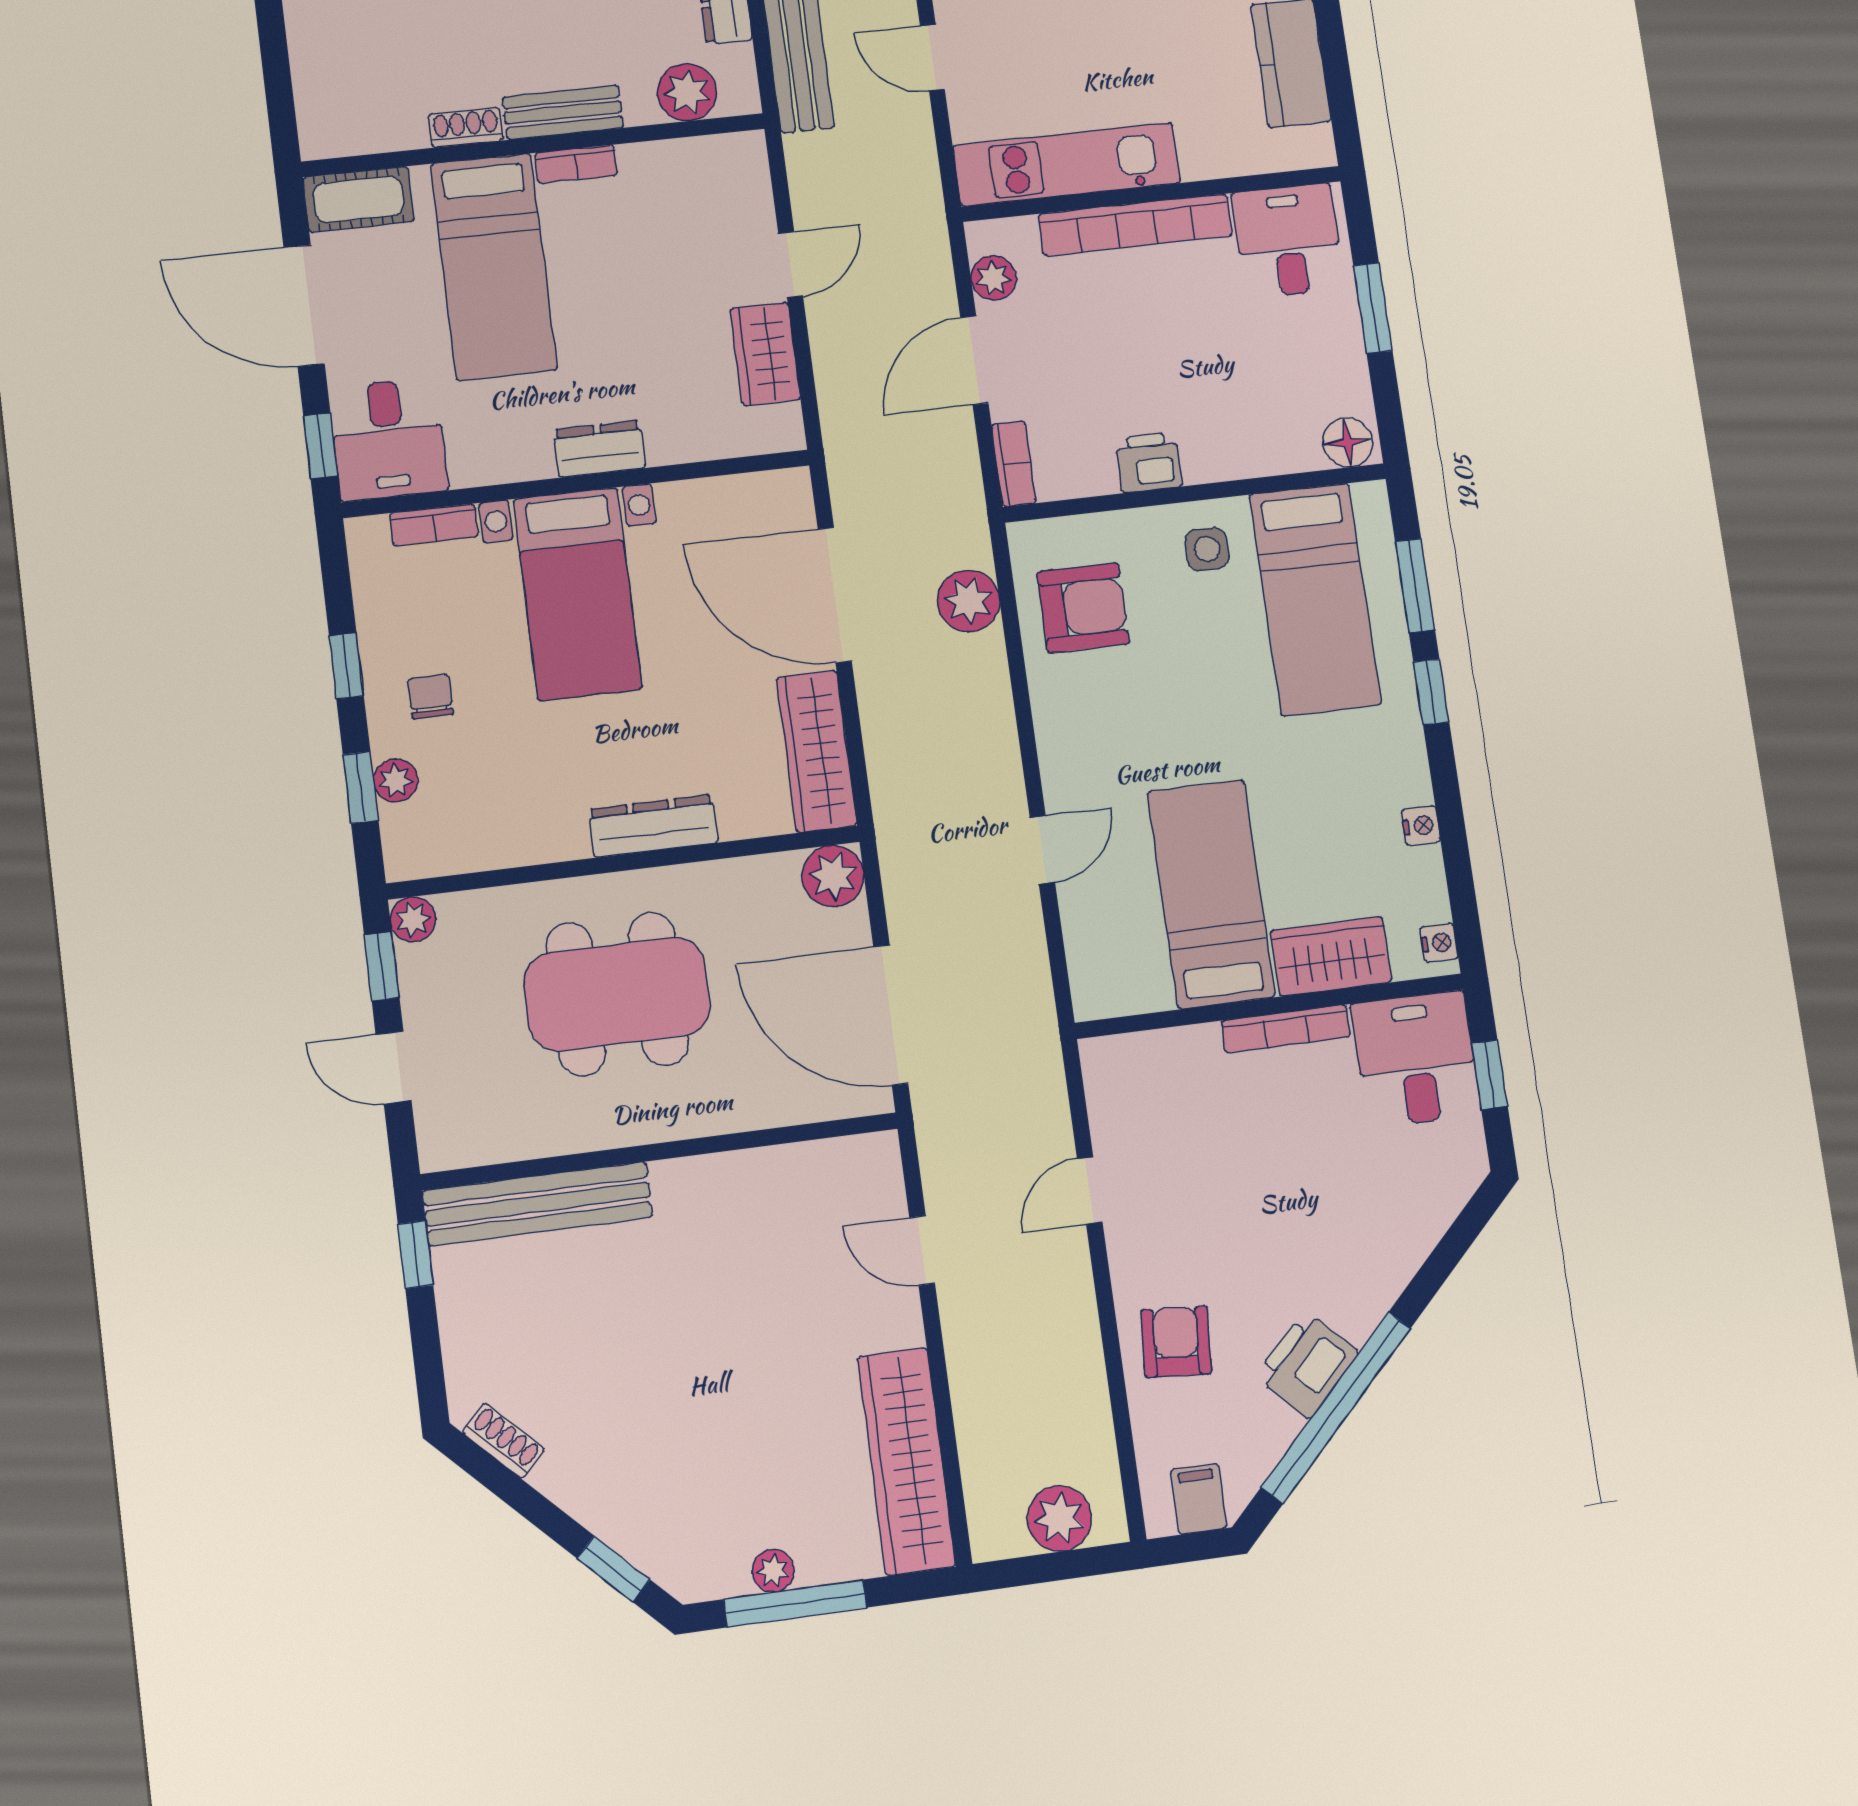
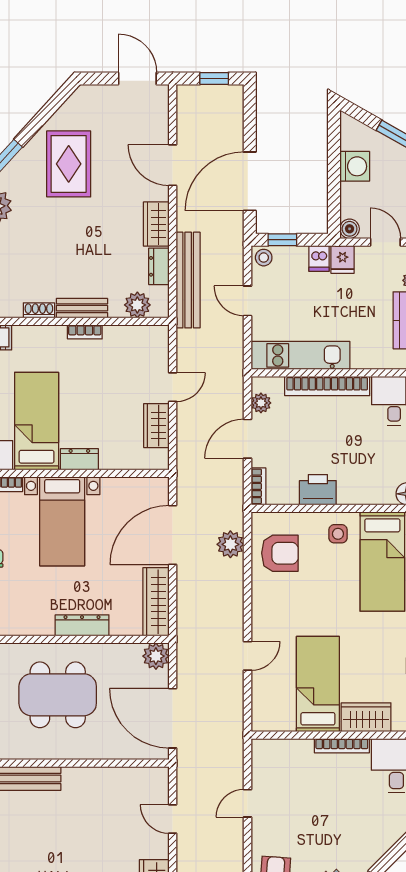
bed: (494, 267) -> (37, 421), moved, turned 180
printer: (1149, 463) -> (318, 490), width x1.36, depth x1.24
door: (835, 595) -> (173, 535), hinge flipped

